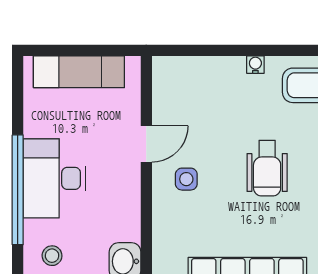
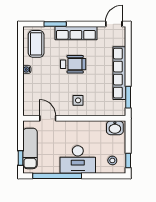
window: (58, 50) -> (20, 158), added
door: (146, 144) -> (48, 118), moved
window: (18, 190) -> (57, 176), moved

